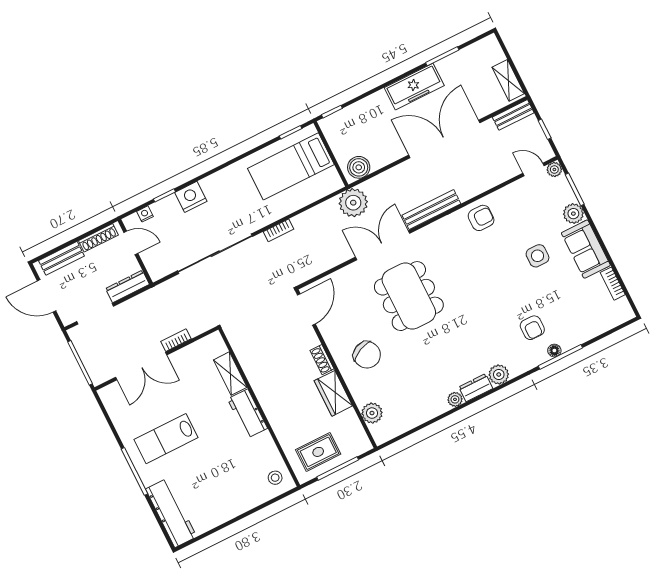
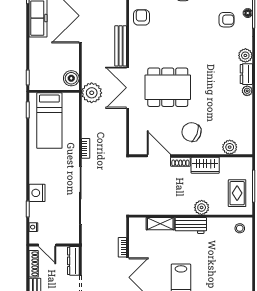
door: (131, 243) -> (47, 245), swing flipped
door: (306, 309) -> (159, 156), moved
chair: (367, 355) -> (192, 132), turned -133
plant: (277, 416) -> (202, 207), added

